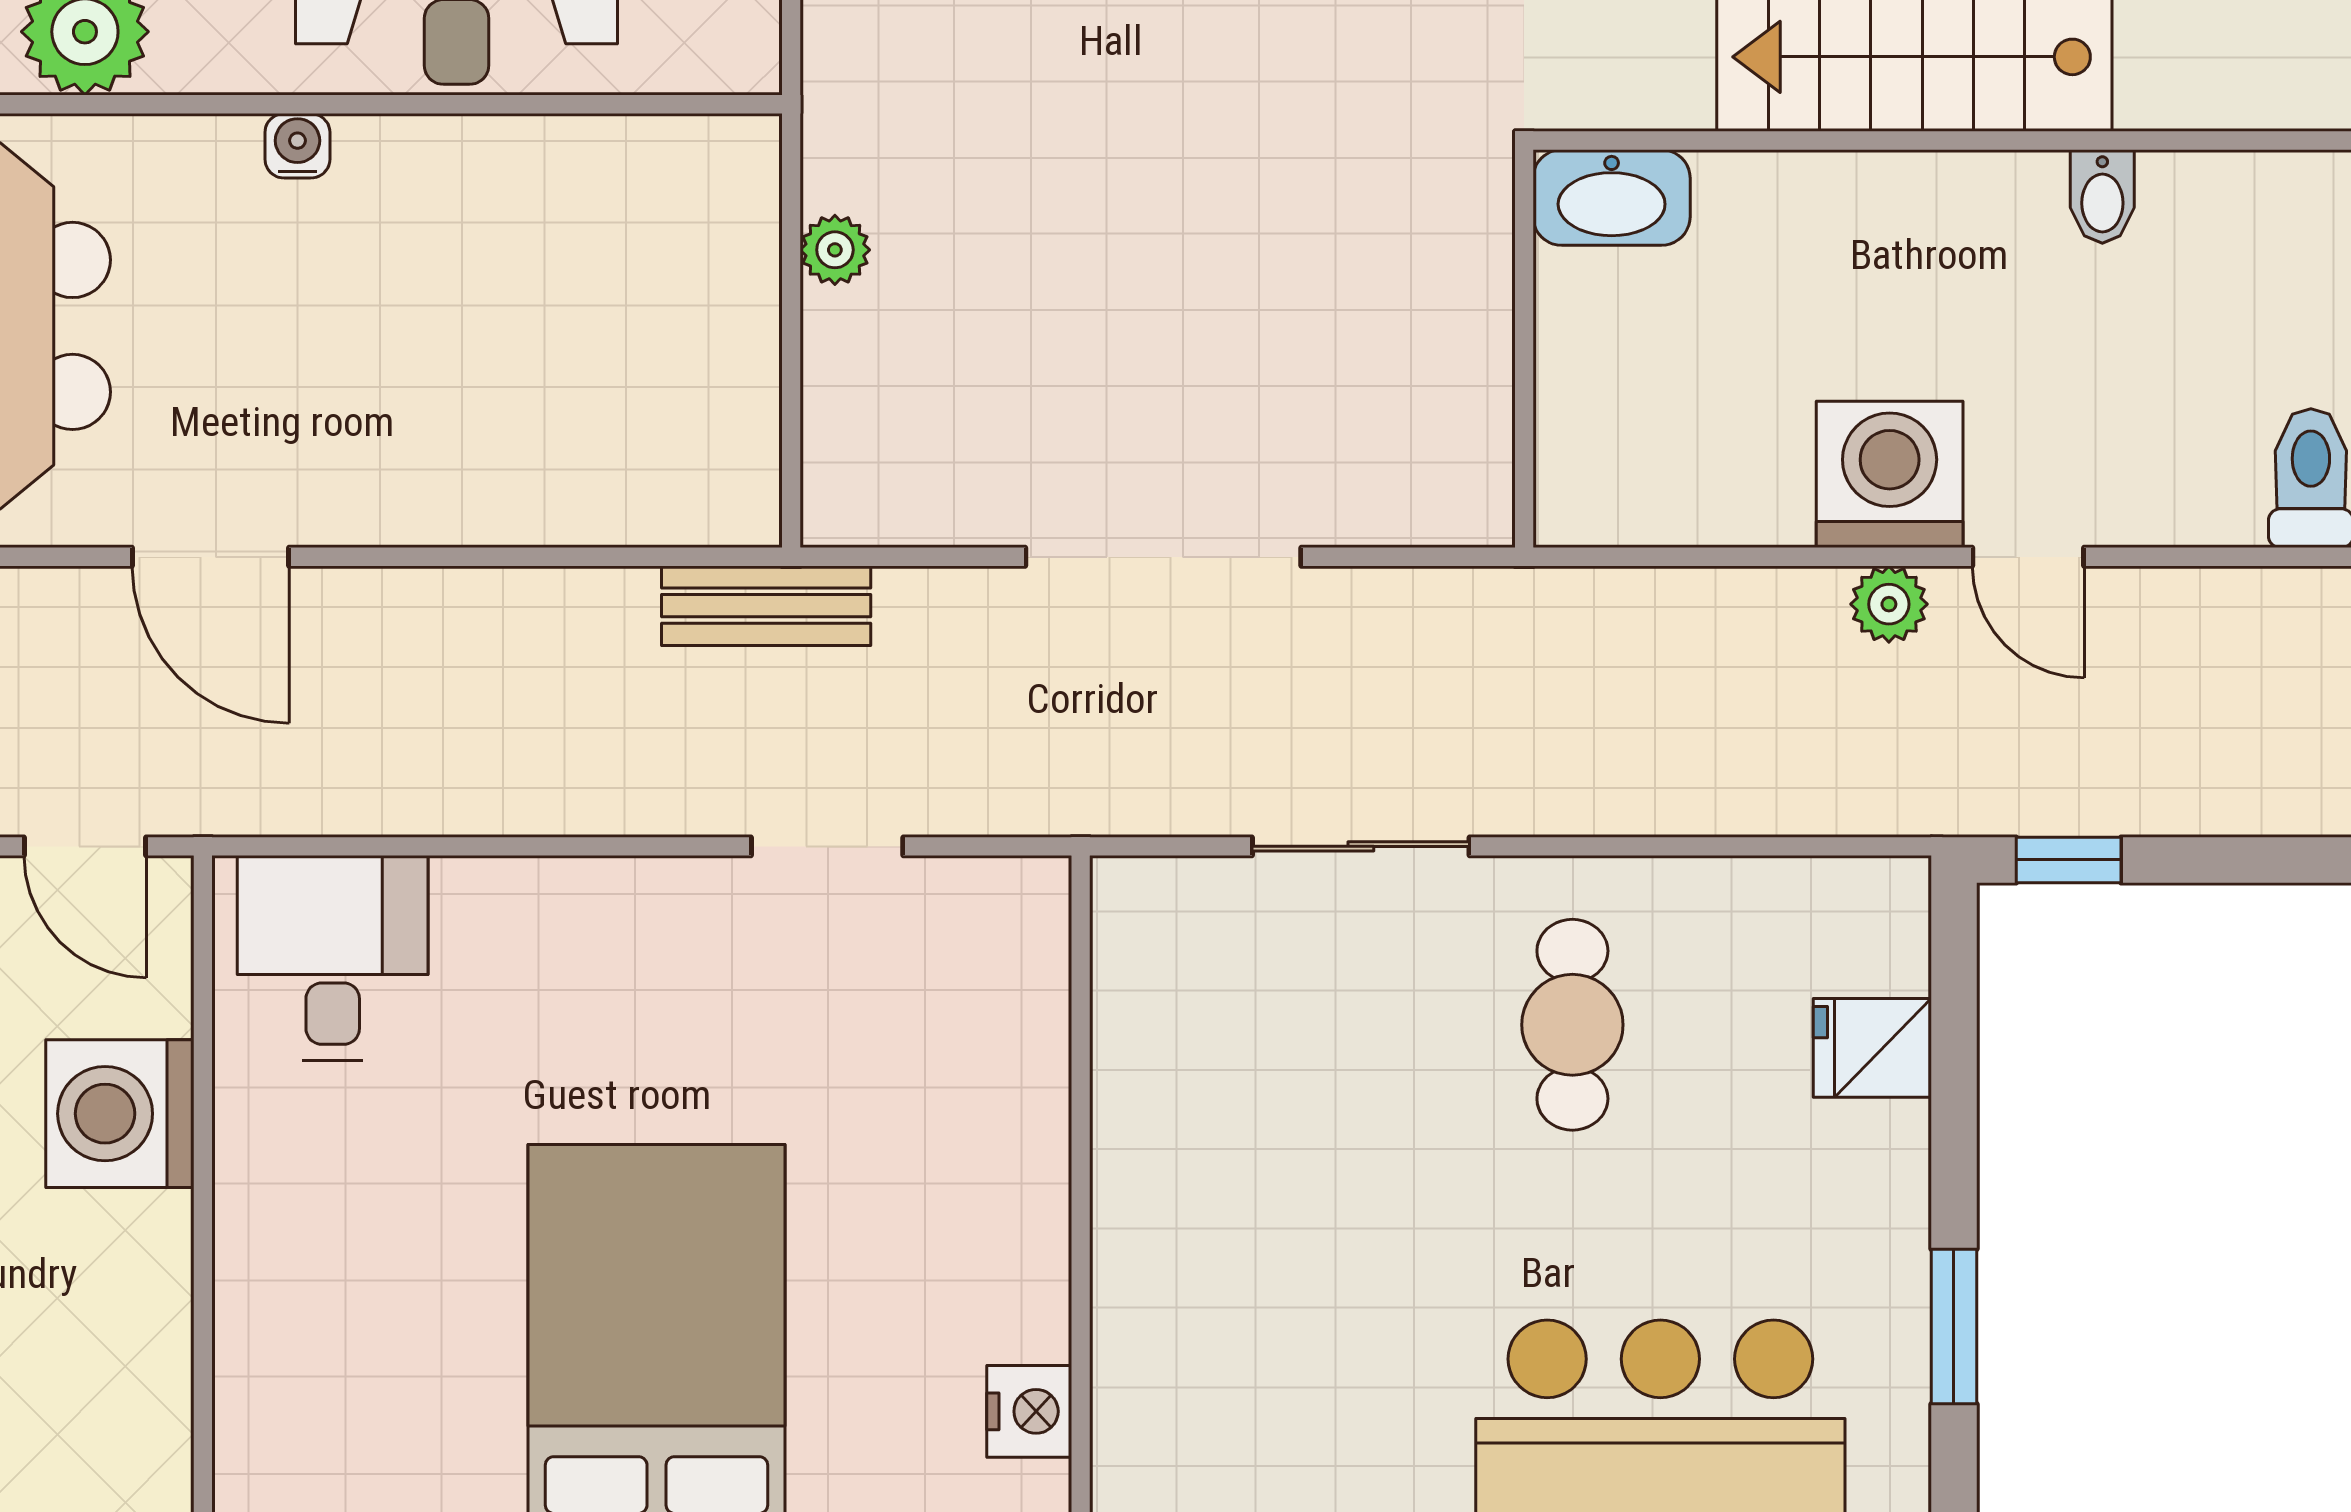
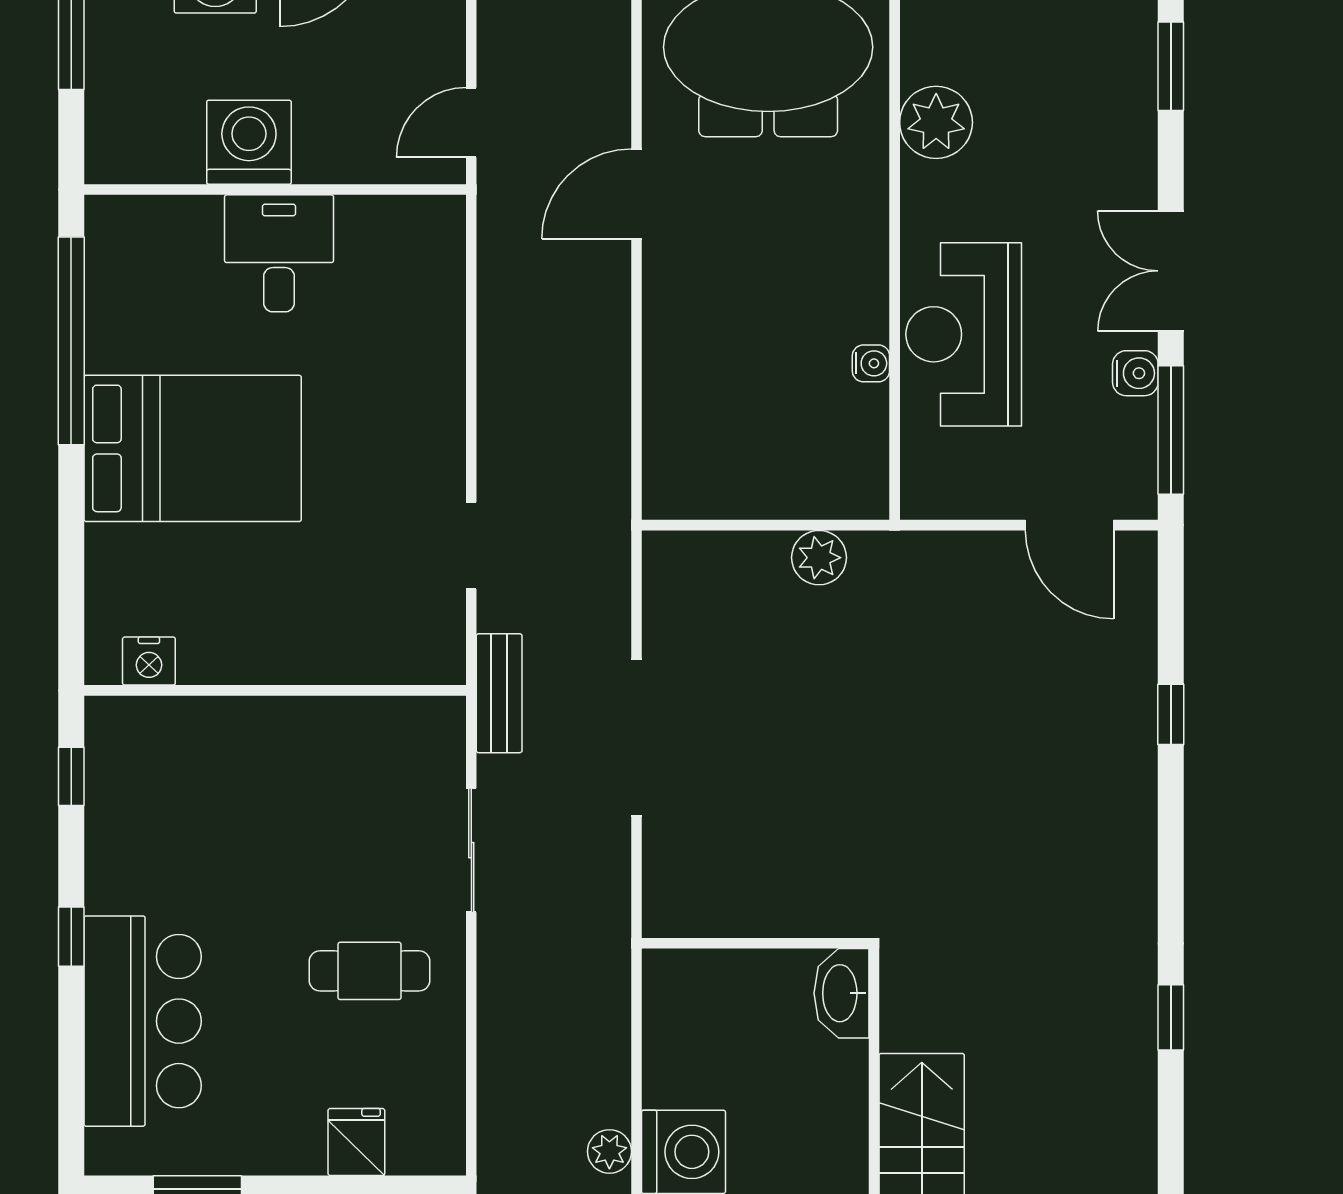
water cooler: (297, 146) -> (871, 363), moved
plant: (835, 250) -> (819, 558), width x1.38, depth x1.38
bench: (766, 606) -> (499, 693), moved
desk: (333, 958) -> (279, 253), moved, turned -90
washing machine: (120, 1114) -> (249, 142), moved

